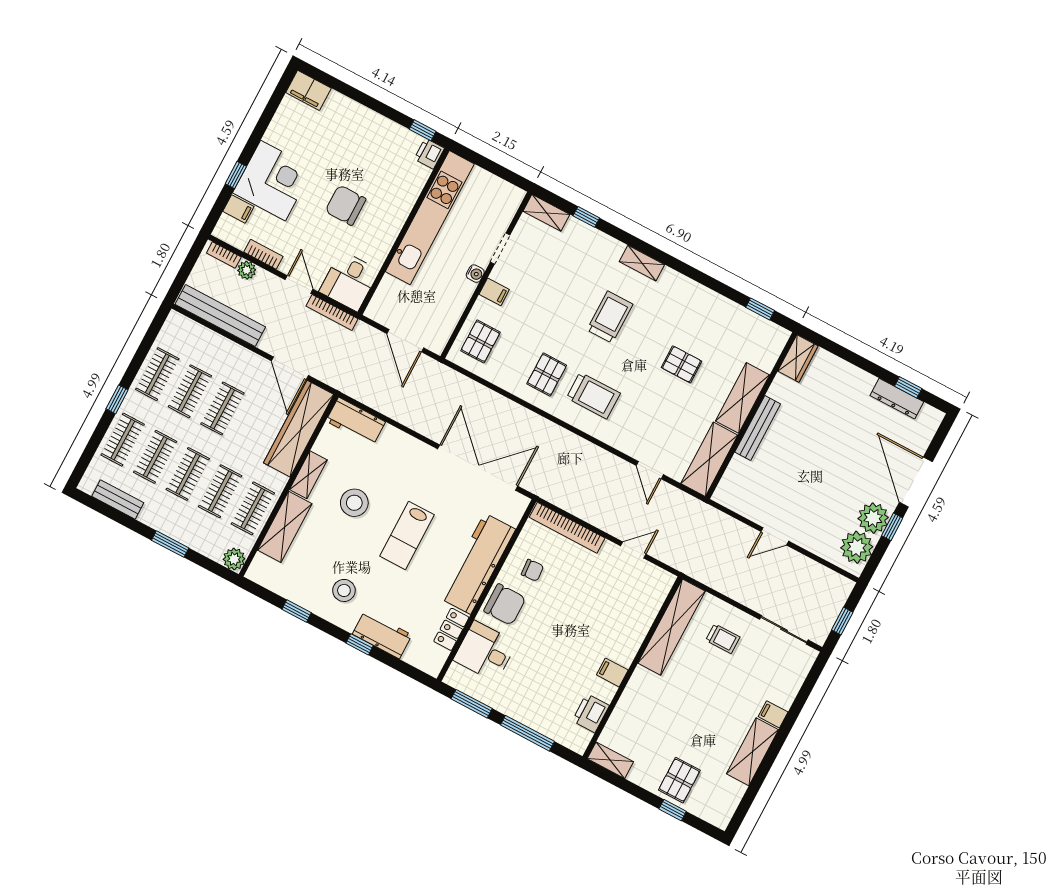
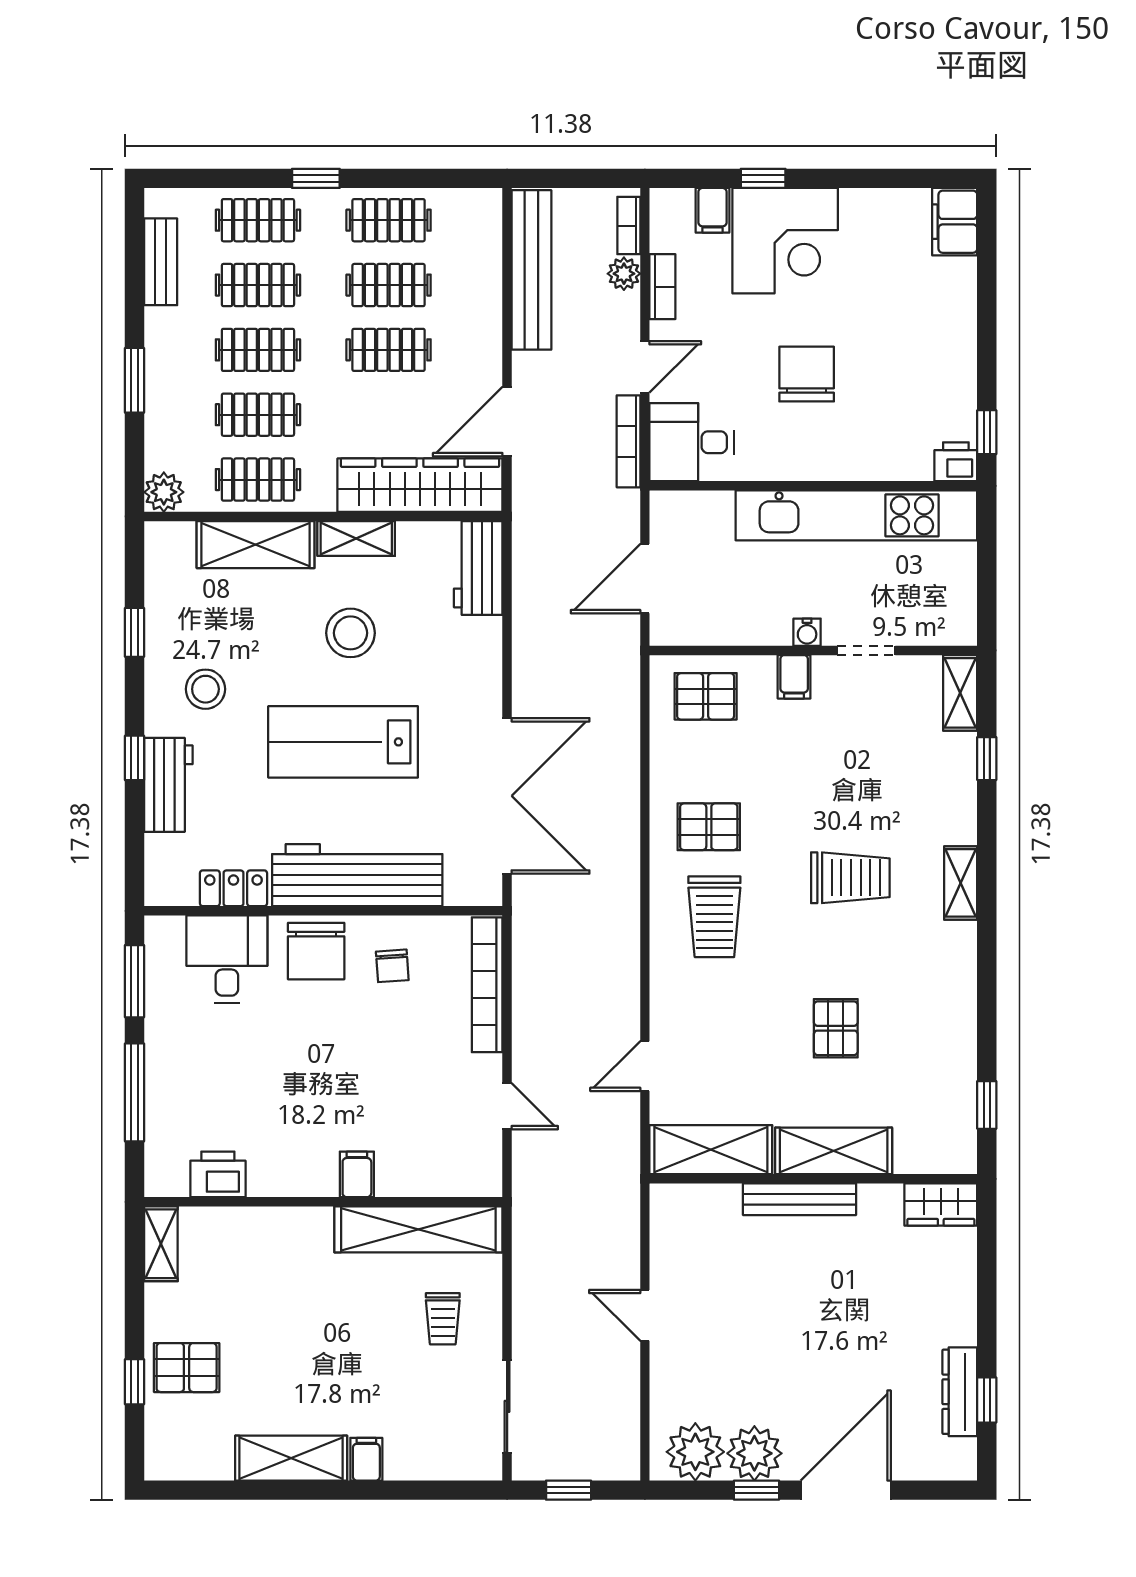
lab bench: (407, 535) -> (343, 742), width x1.36, depth x1.39
filing cabinet: (612, 672) -> (357, 1174), moved

